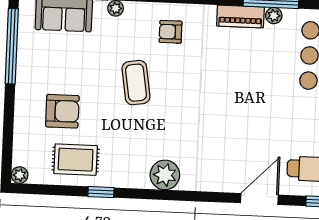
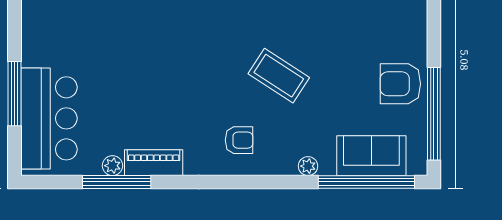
coffee table: (136, 83) -> (279, 76), turned -48
armchair: (62, 111) -> (400, 84), moved

